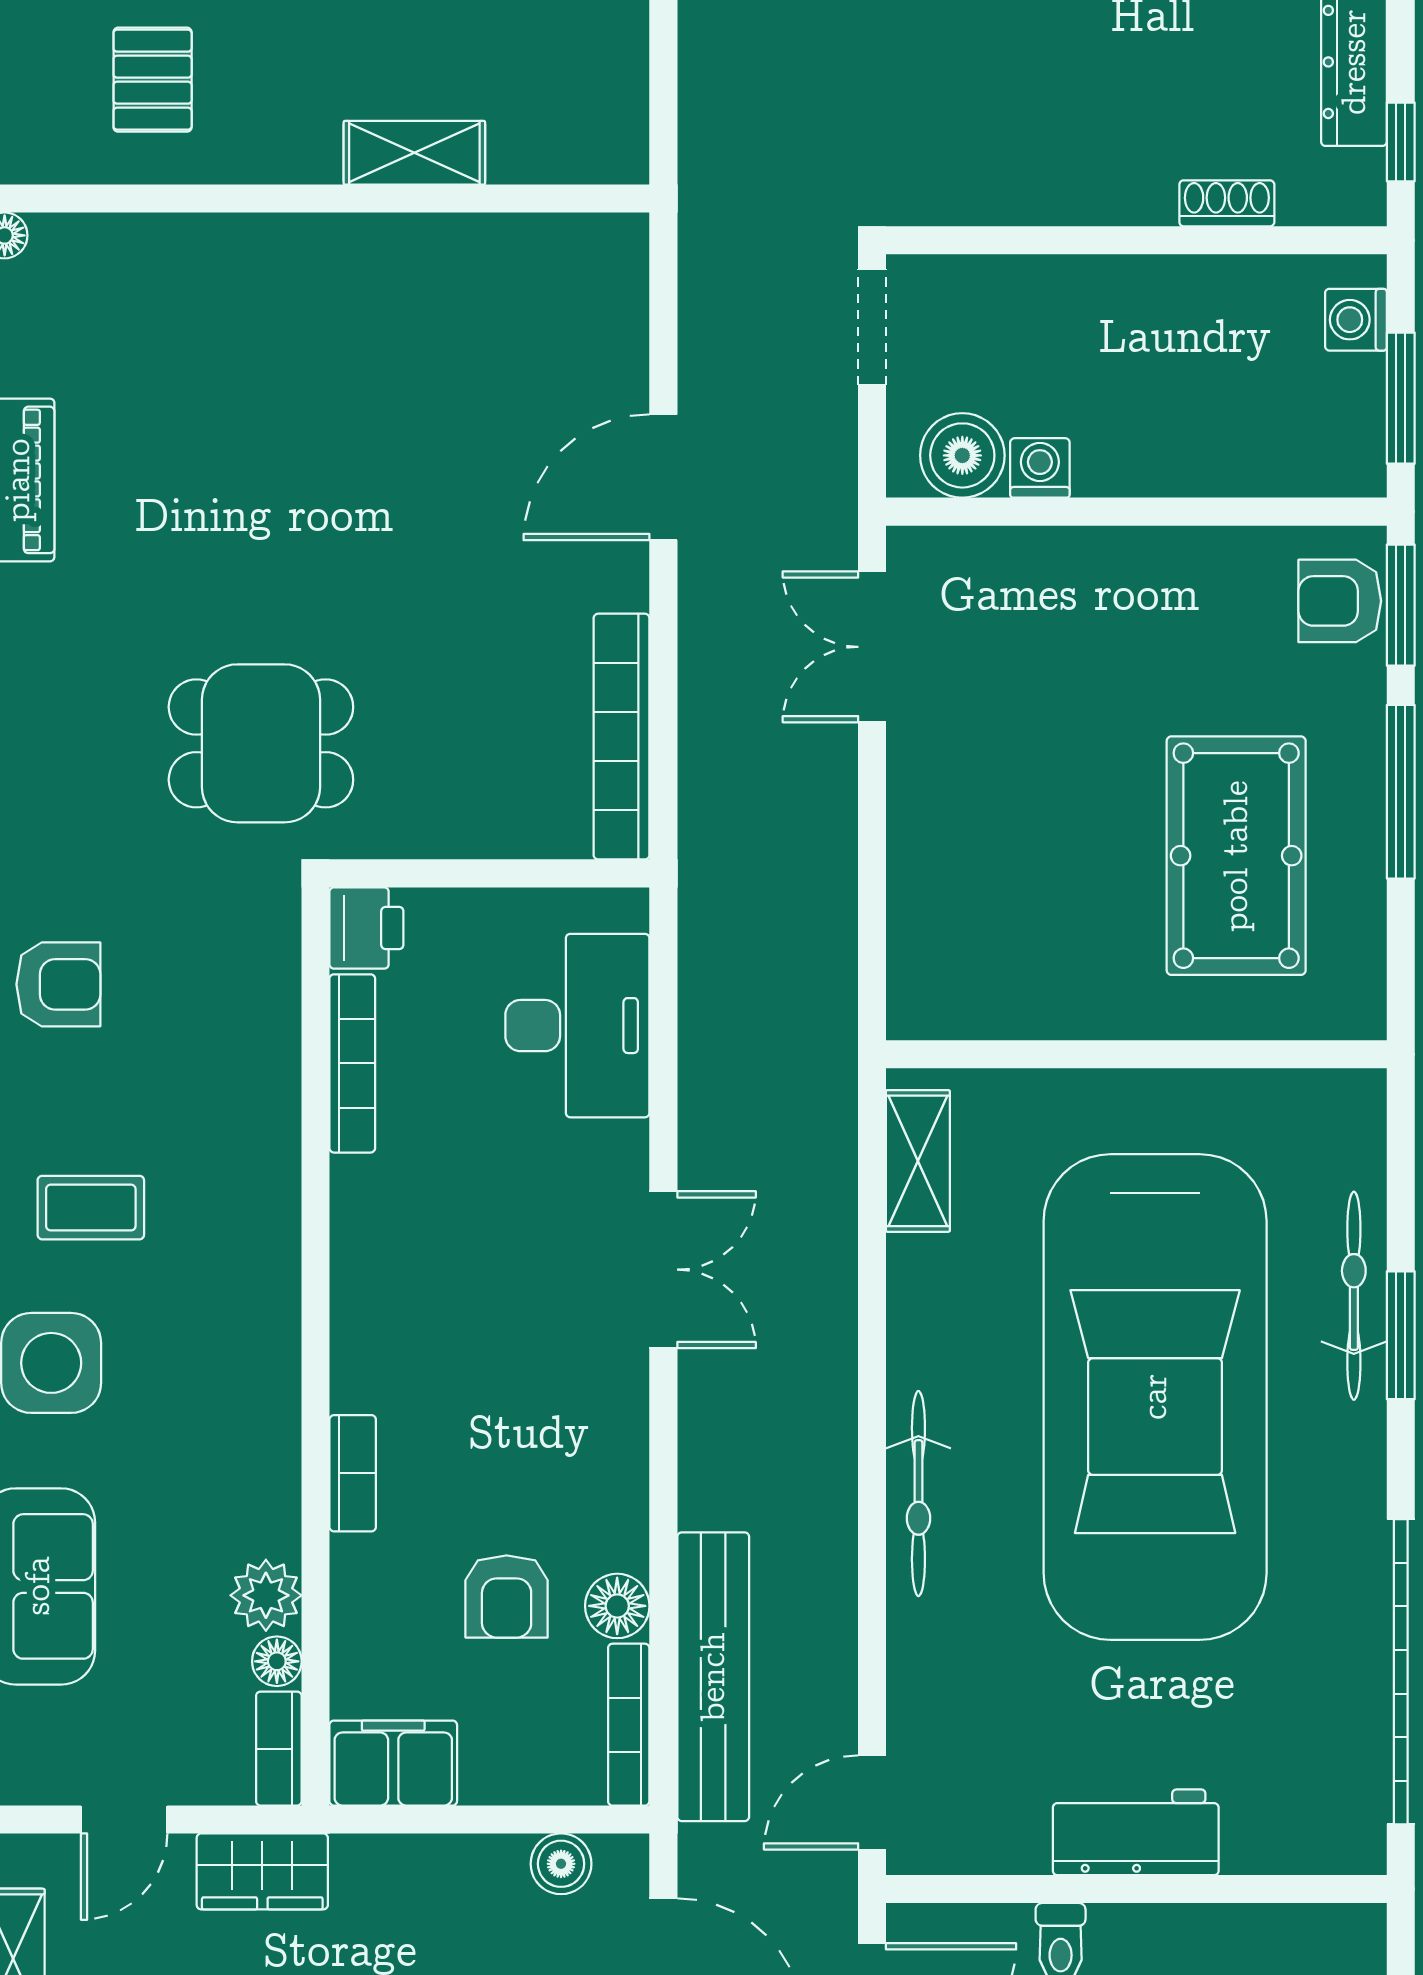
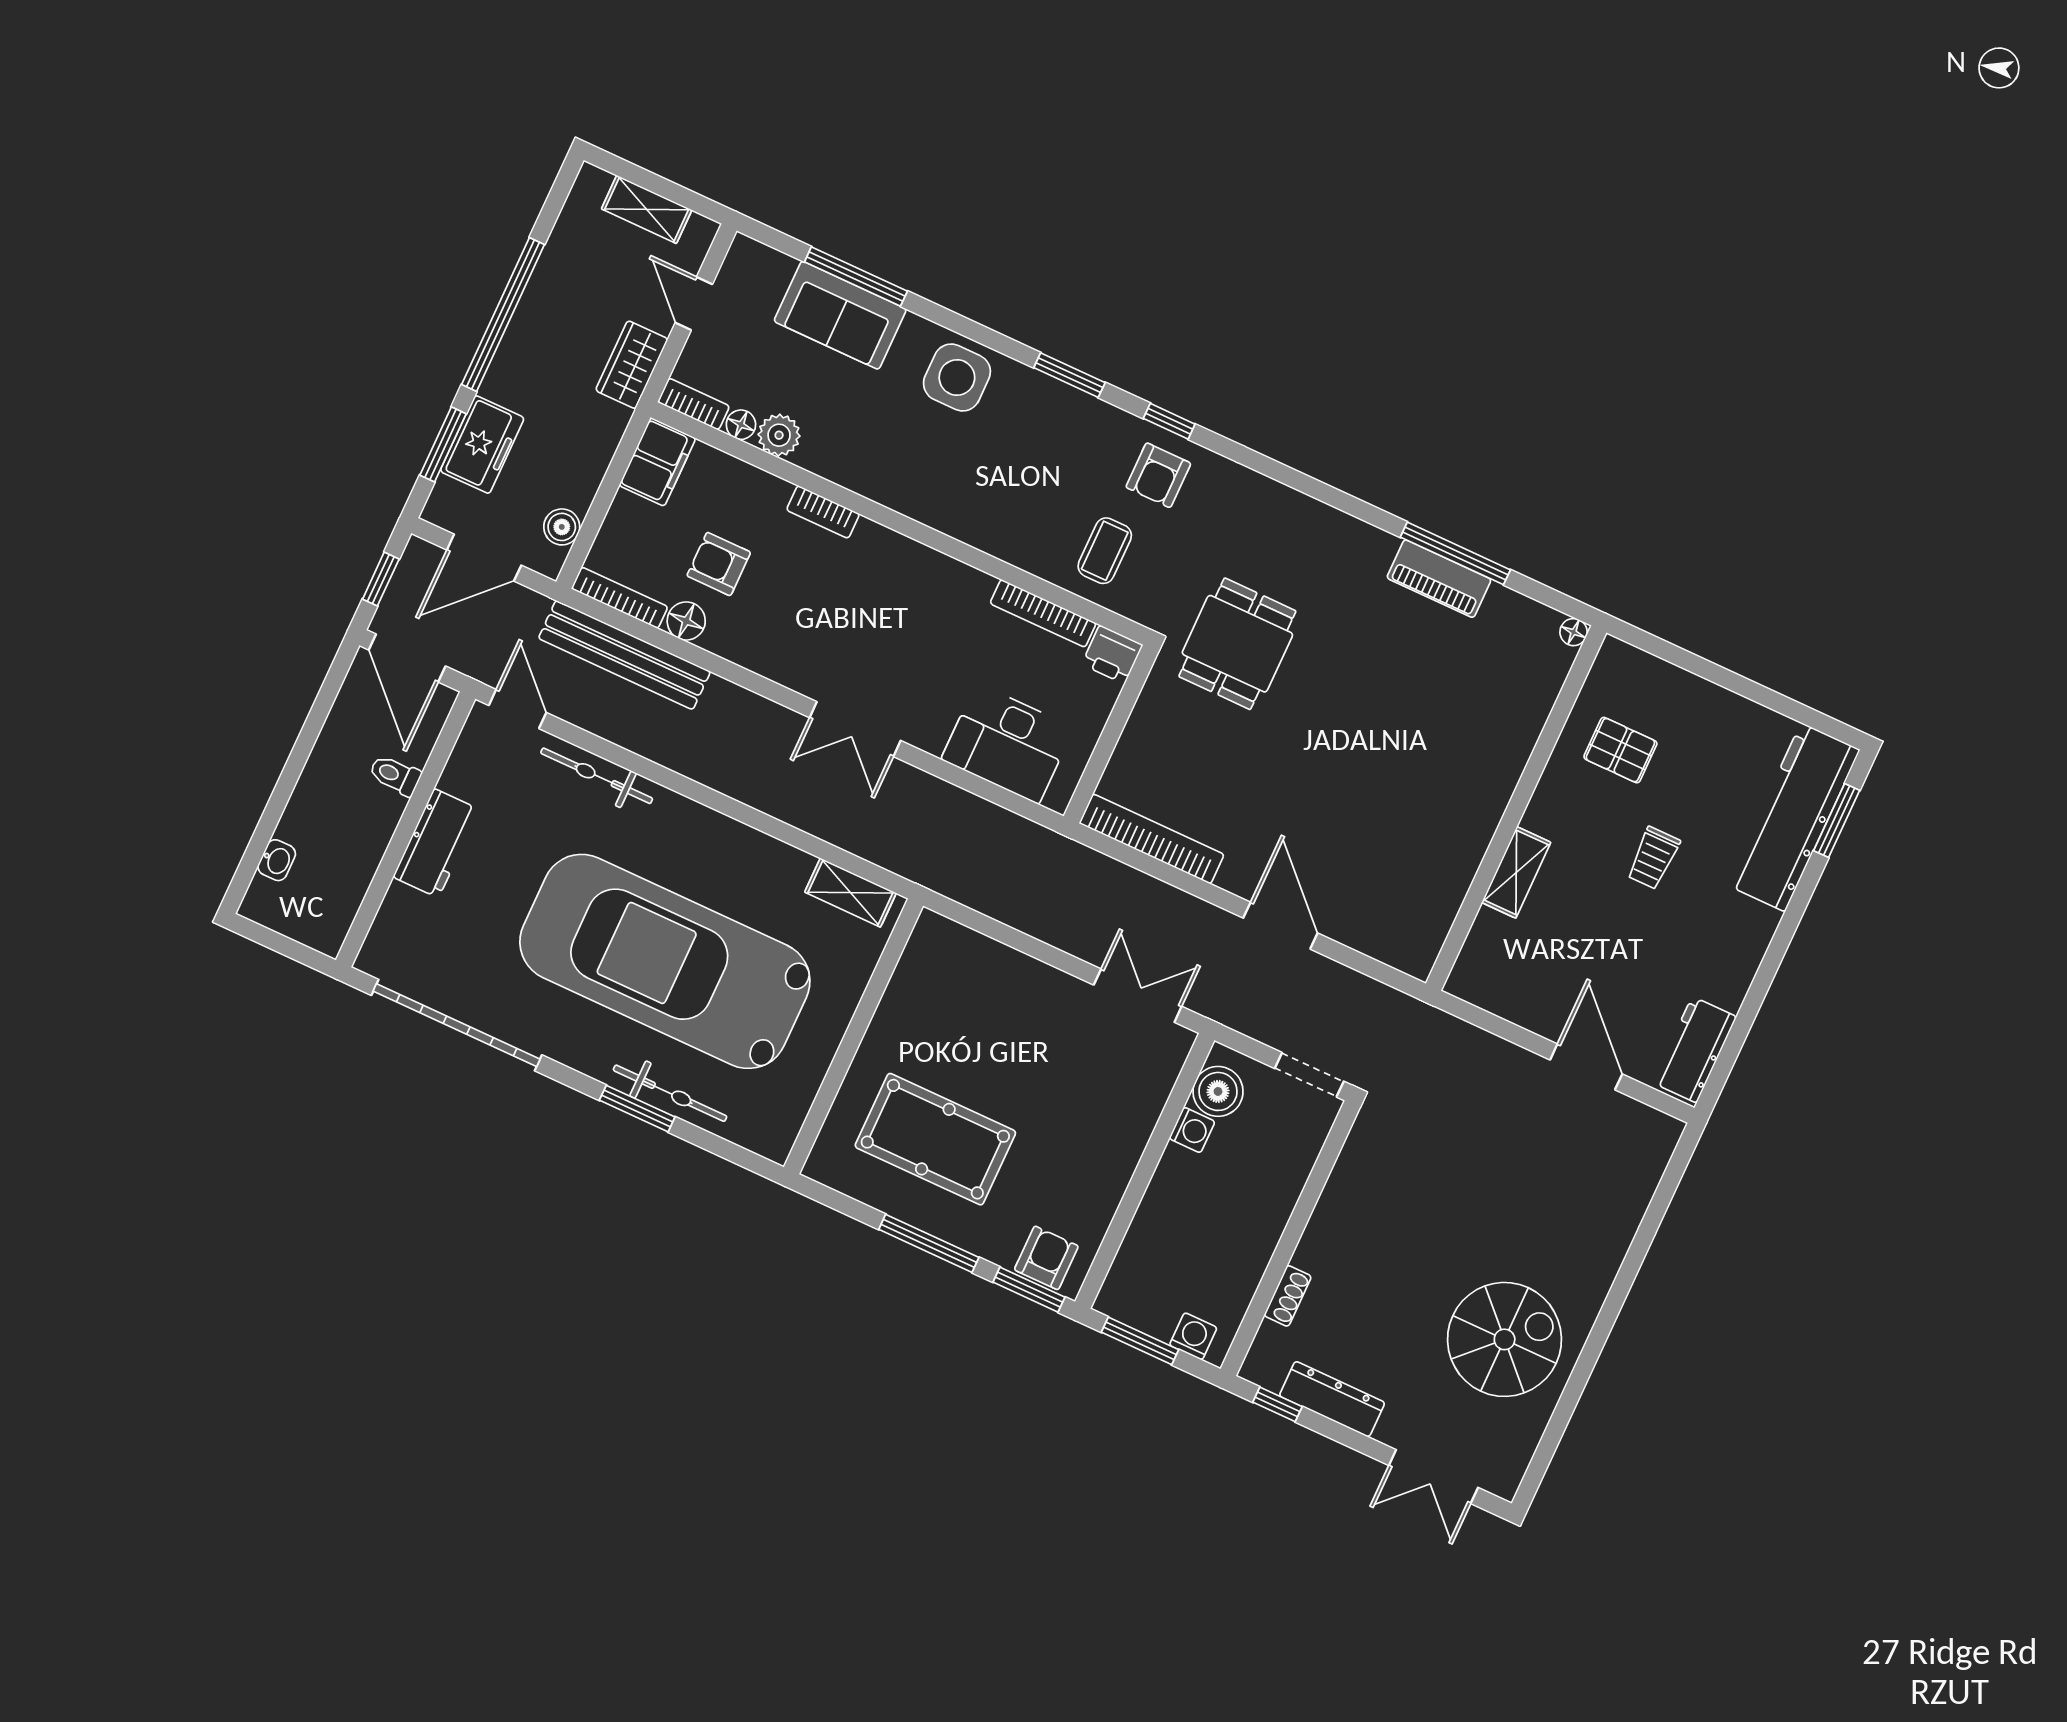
coffee table: (91, 1208) -> (1105, 551), moved
bicycle: (918, 1494) -> (597, 776), moved

